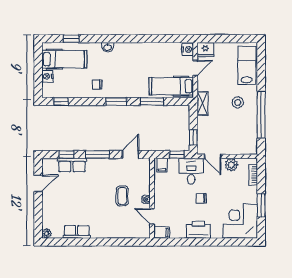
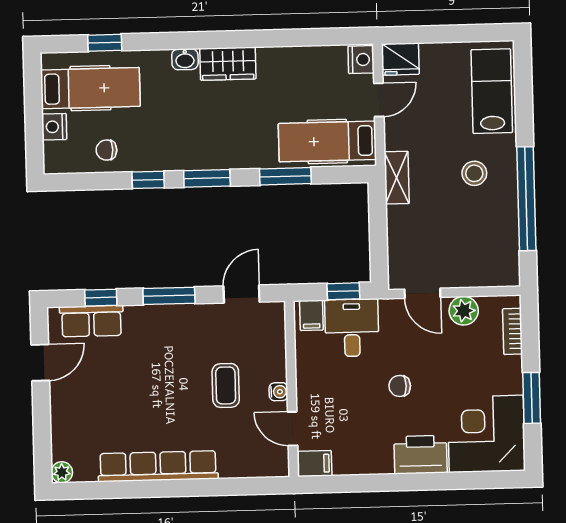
wardrobe: (127, 50) -> (228, 64), added
chair: (97, 85) -> (106, 150), moved
window: (61, 102) -> (148, 180), moved
window: (193, 137) -> (379, 253), removed
row of seats: (72, 165) -> (91, 321), moved
desk: (191, 171) -> (352, 328), moved
printer: (198, 230) -> (421, 455), moved
row of seats: (77, 232) -> (158, 466), width x2.02

